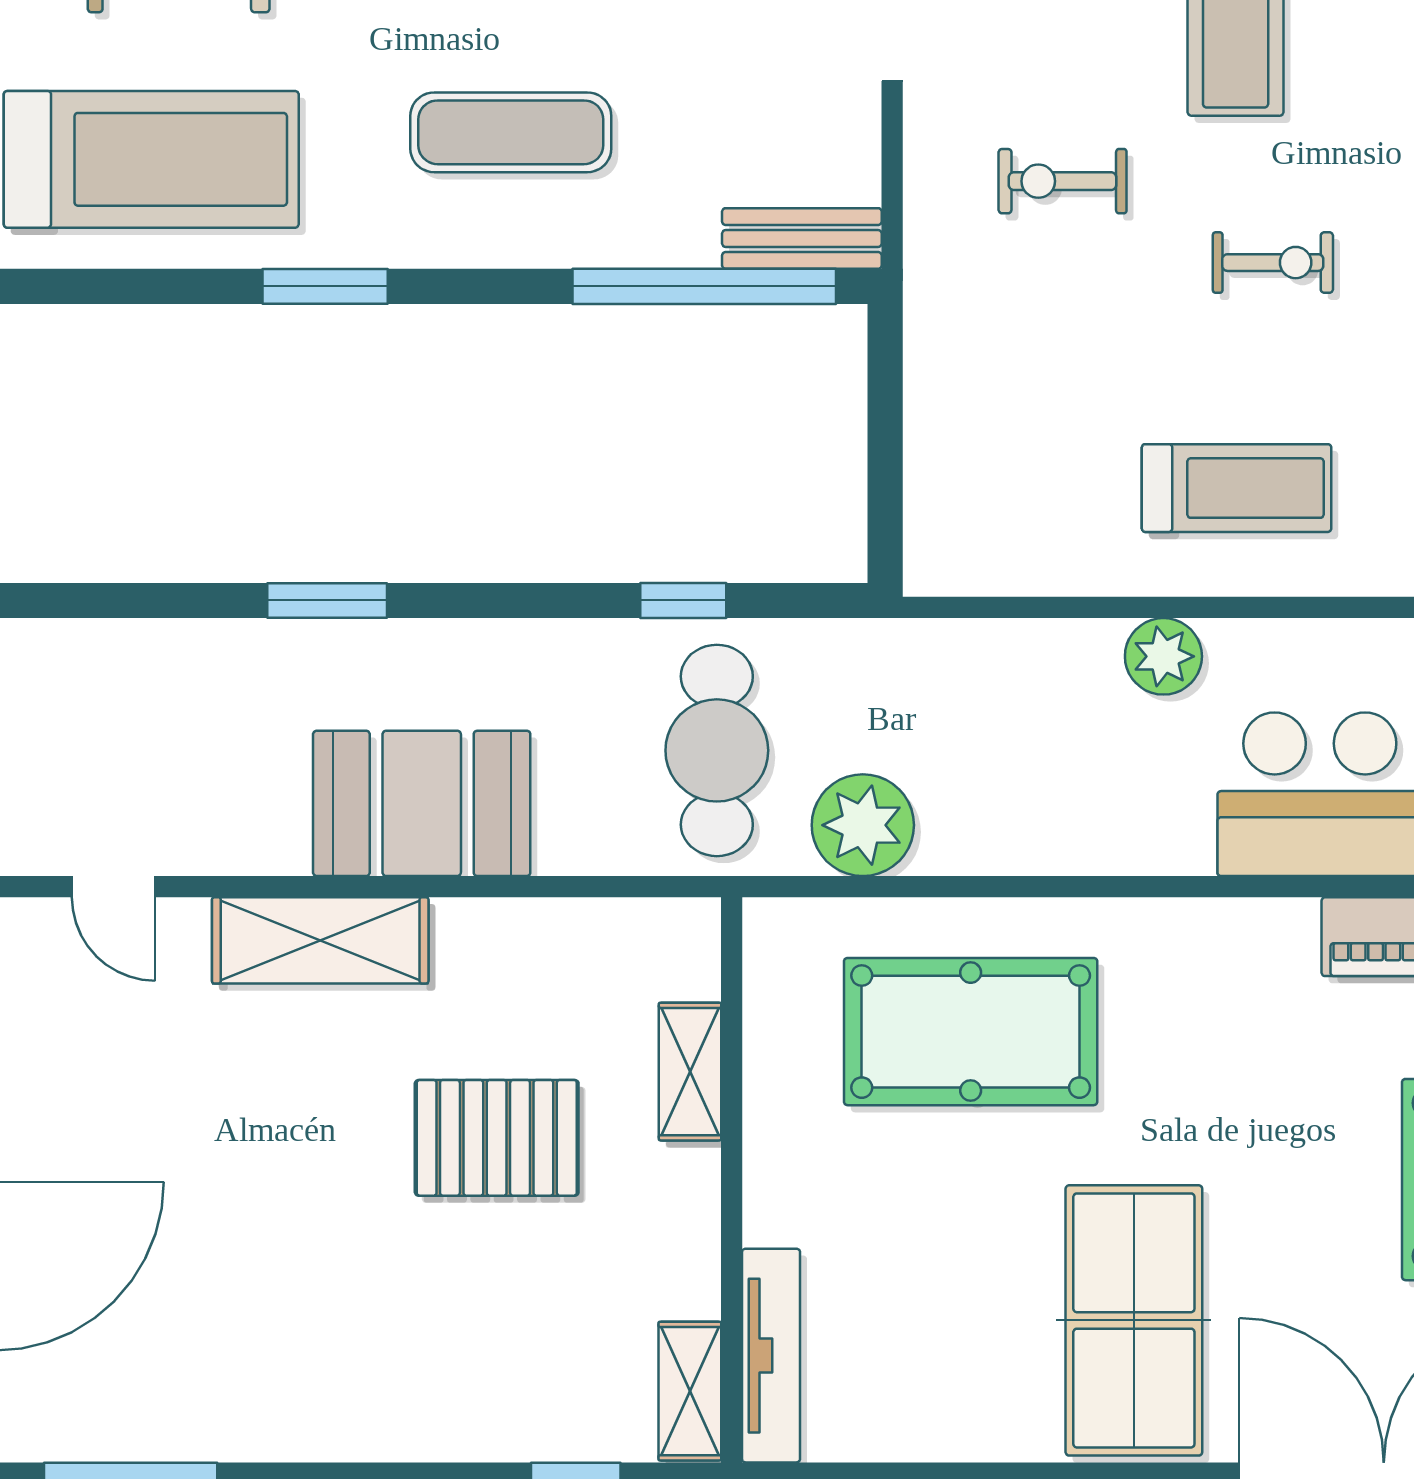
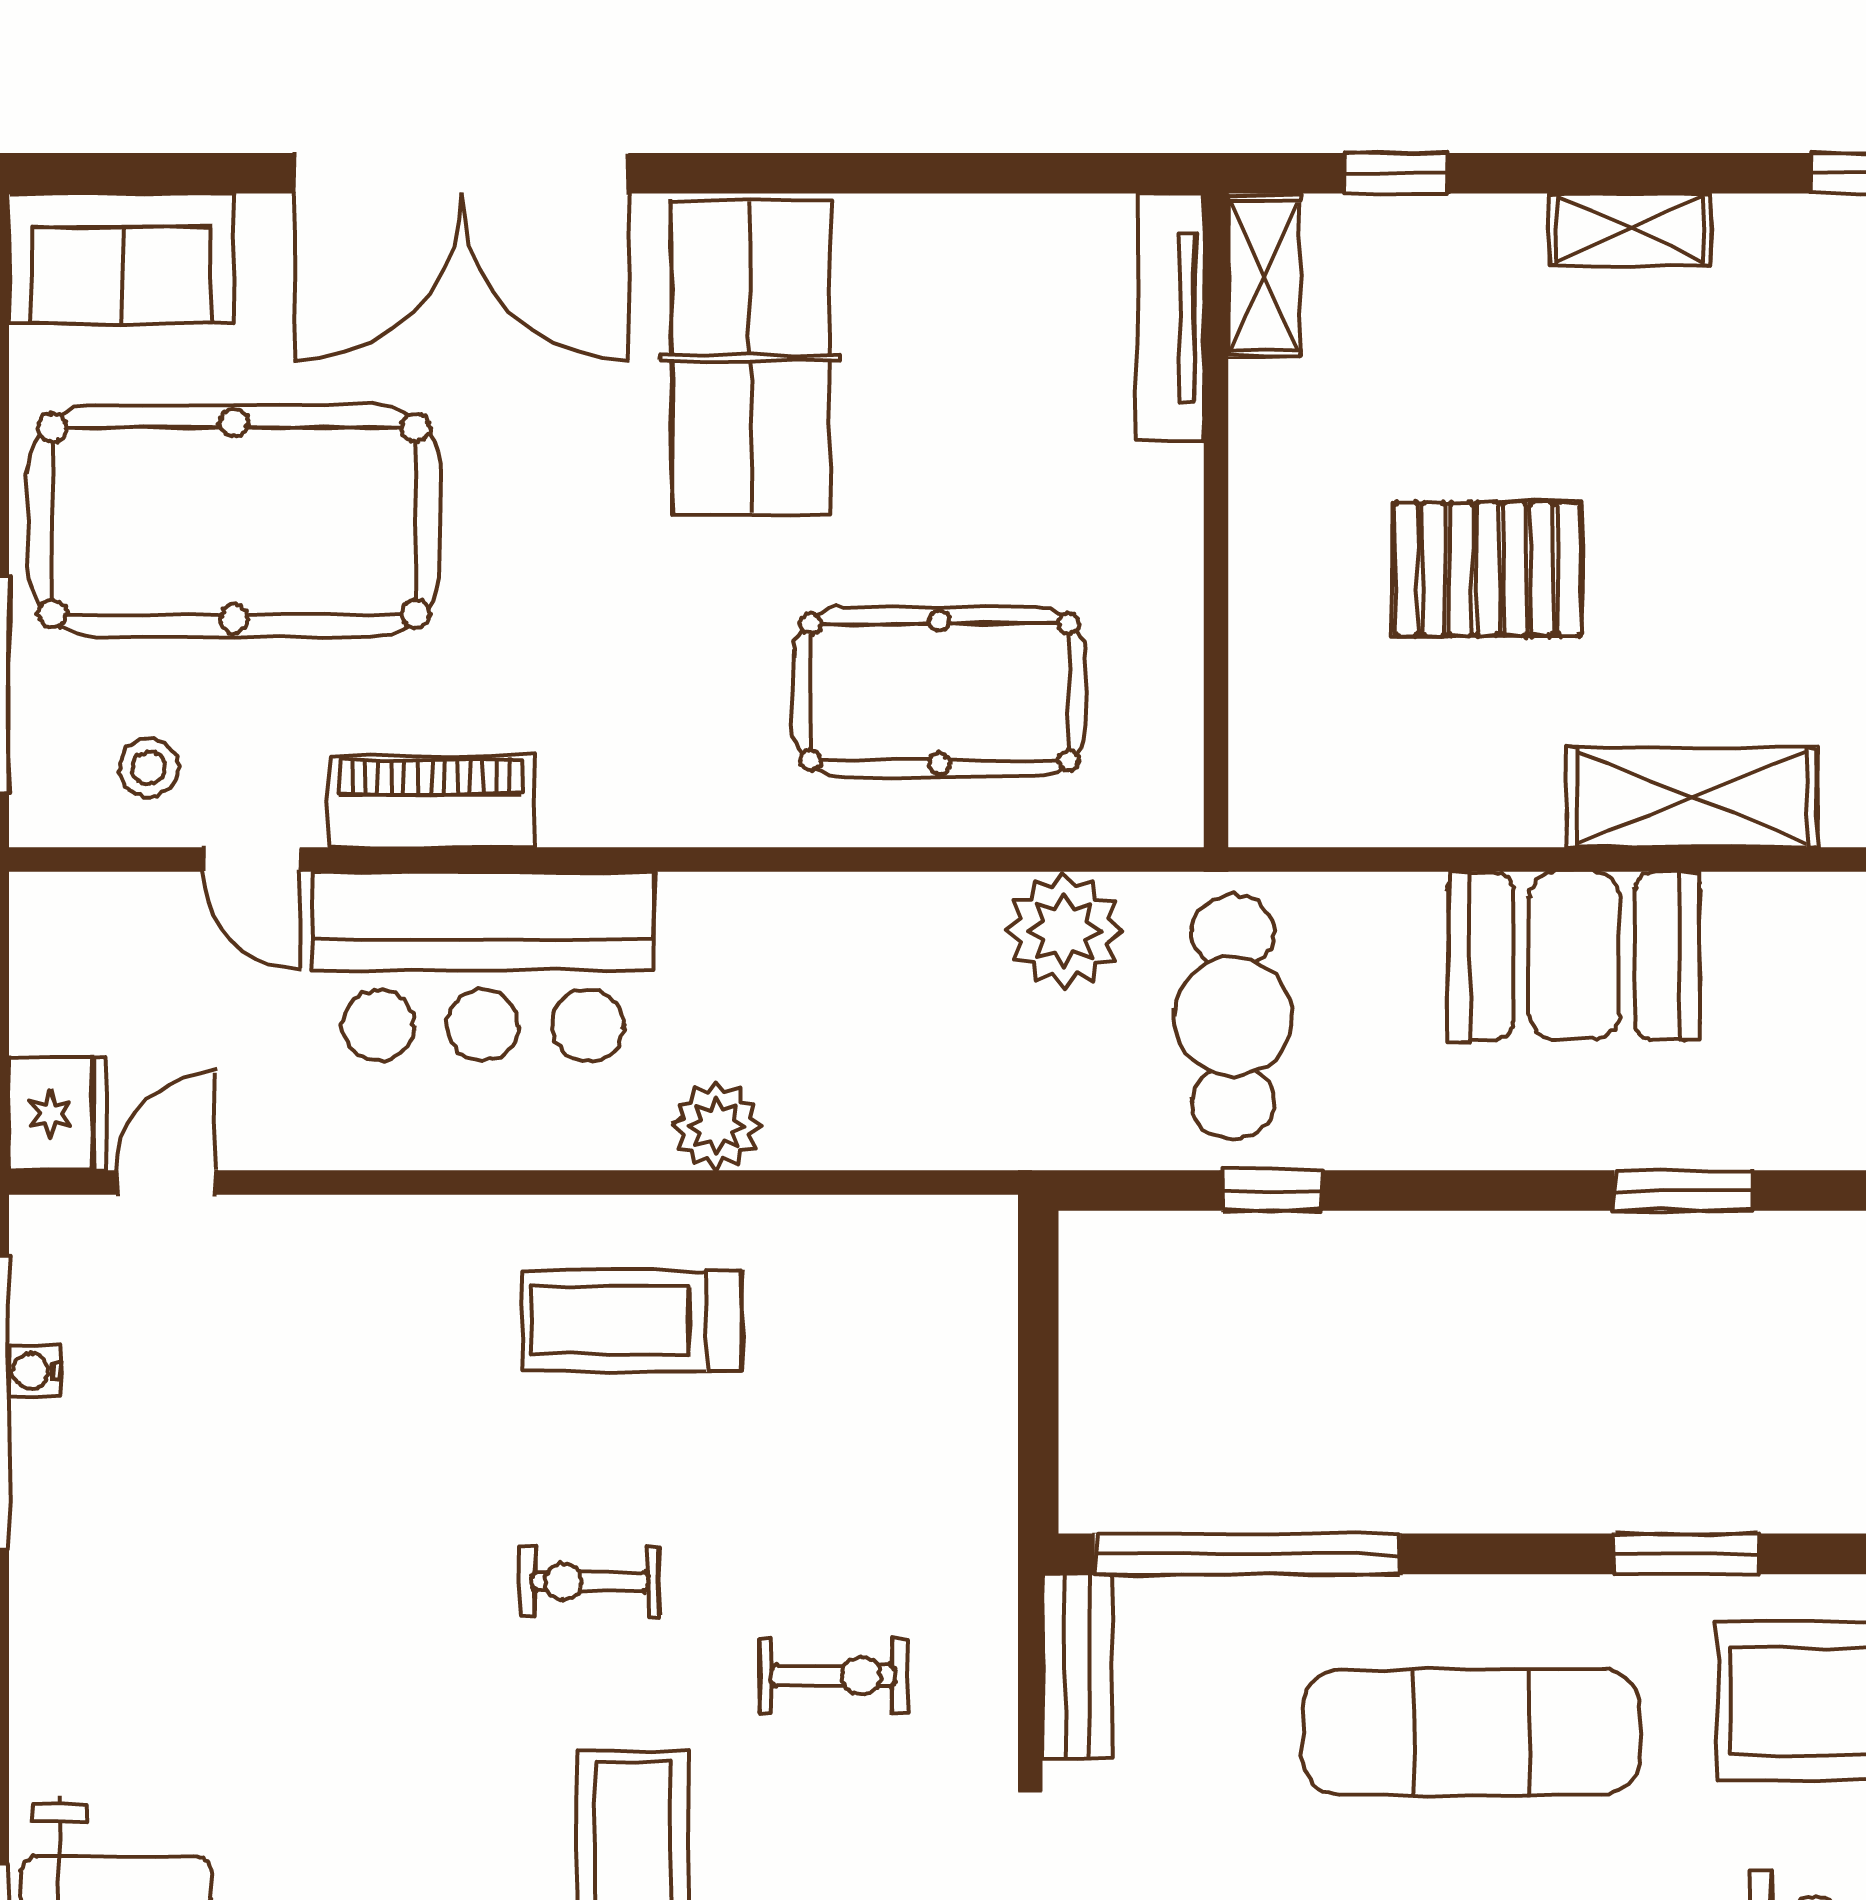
exercise mat: (511, 132) -> (1471, 1732), width x1.36, depth x1.45
bench: (802, 238) -> (1078, 1666), moved, turned 90
shelving: (690, 1072) -> (1630, 229), moved, turned 90

